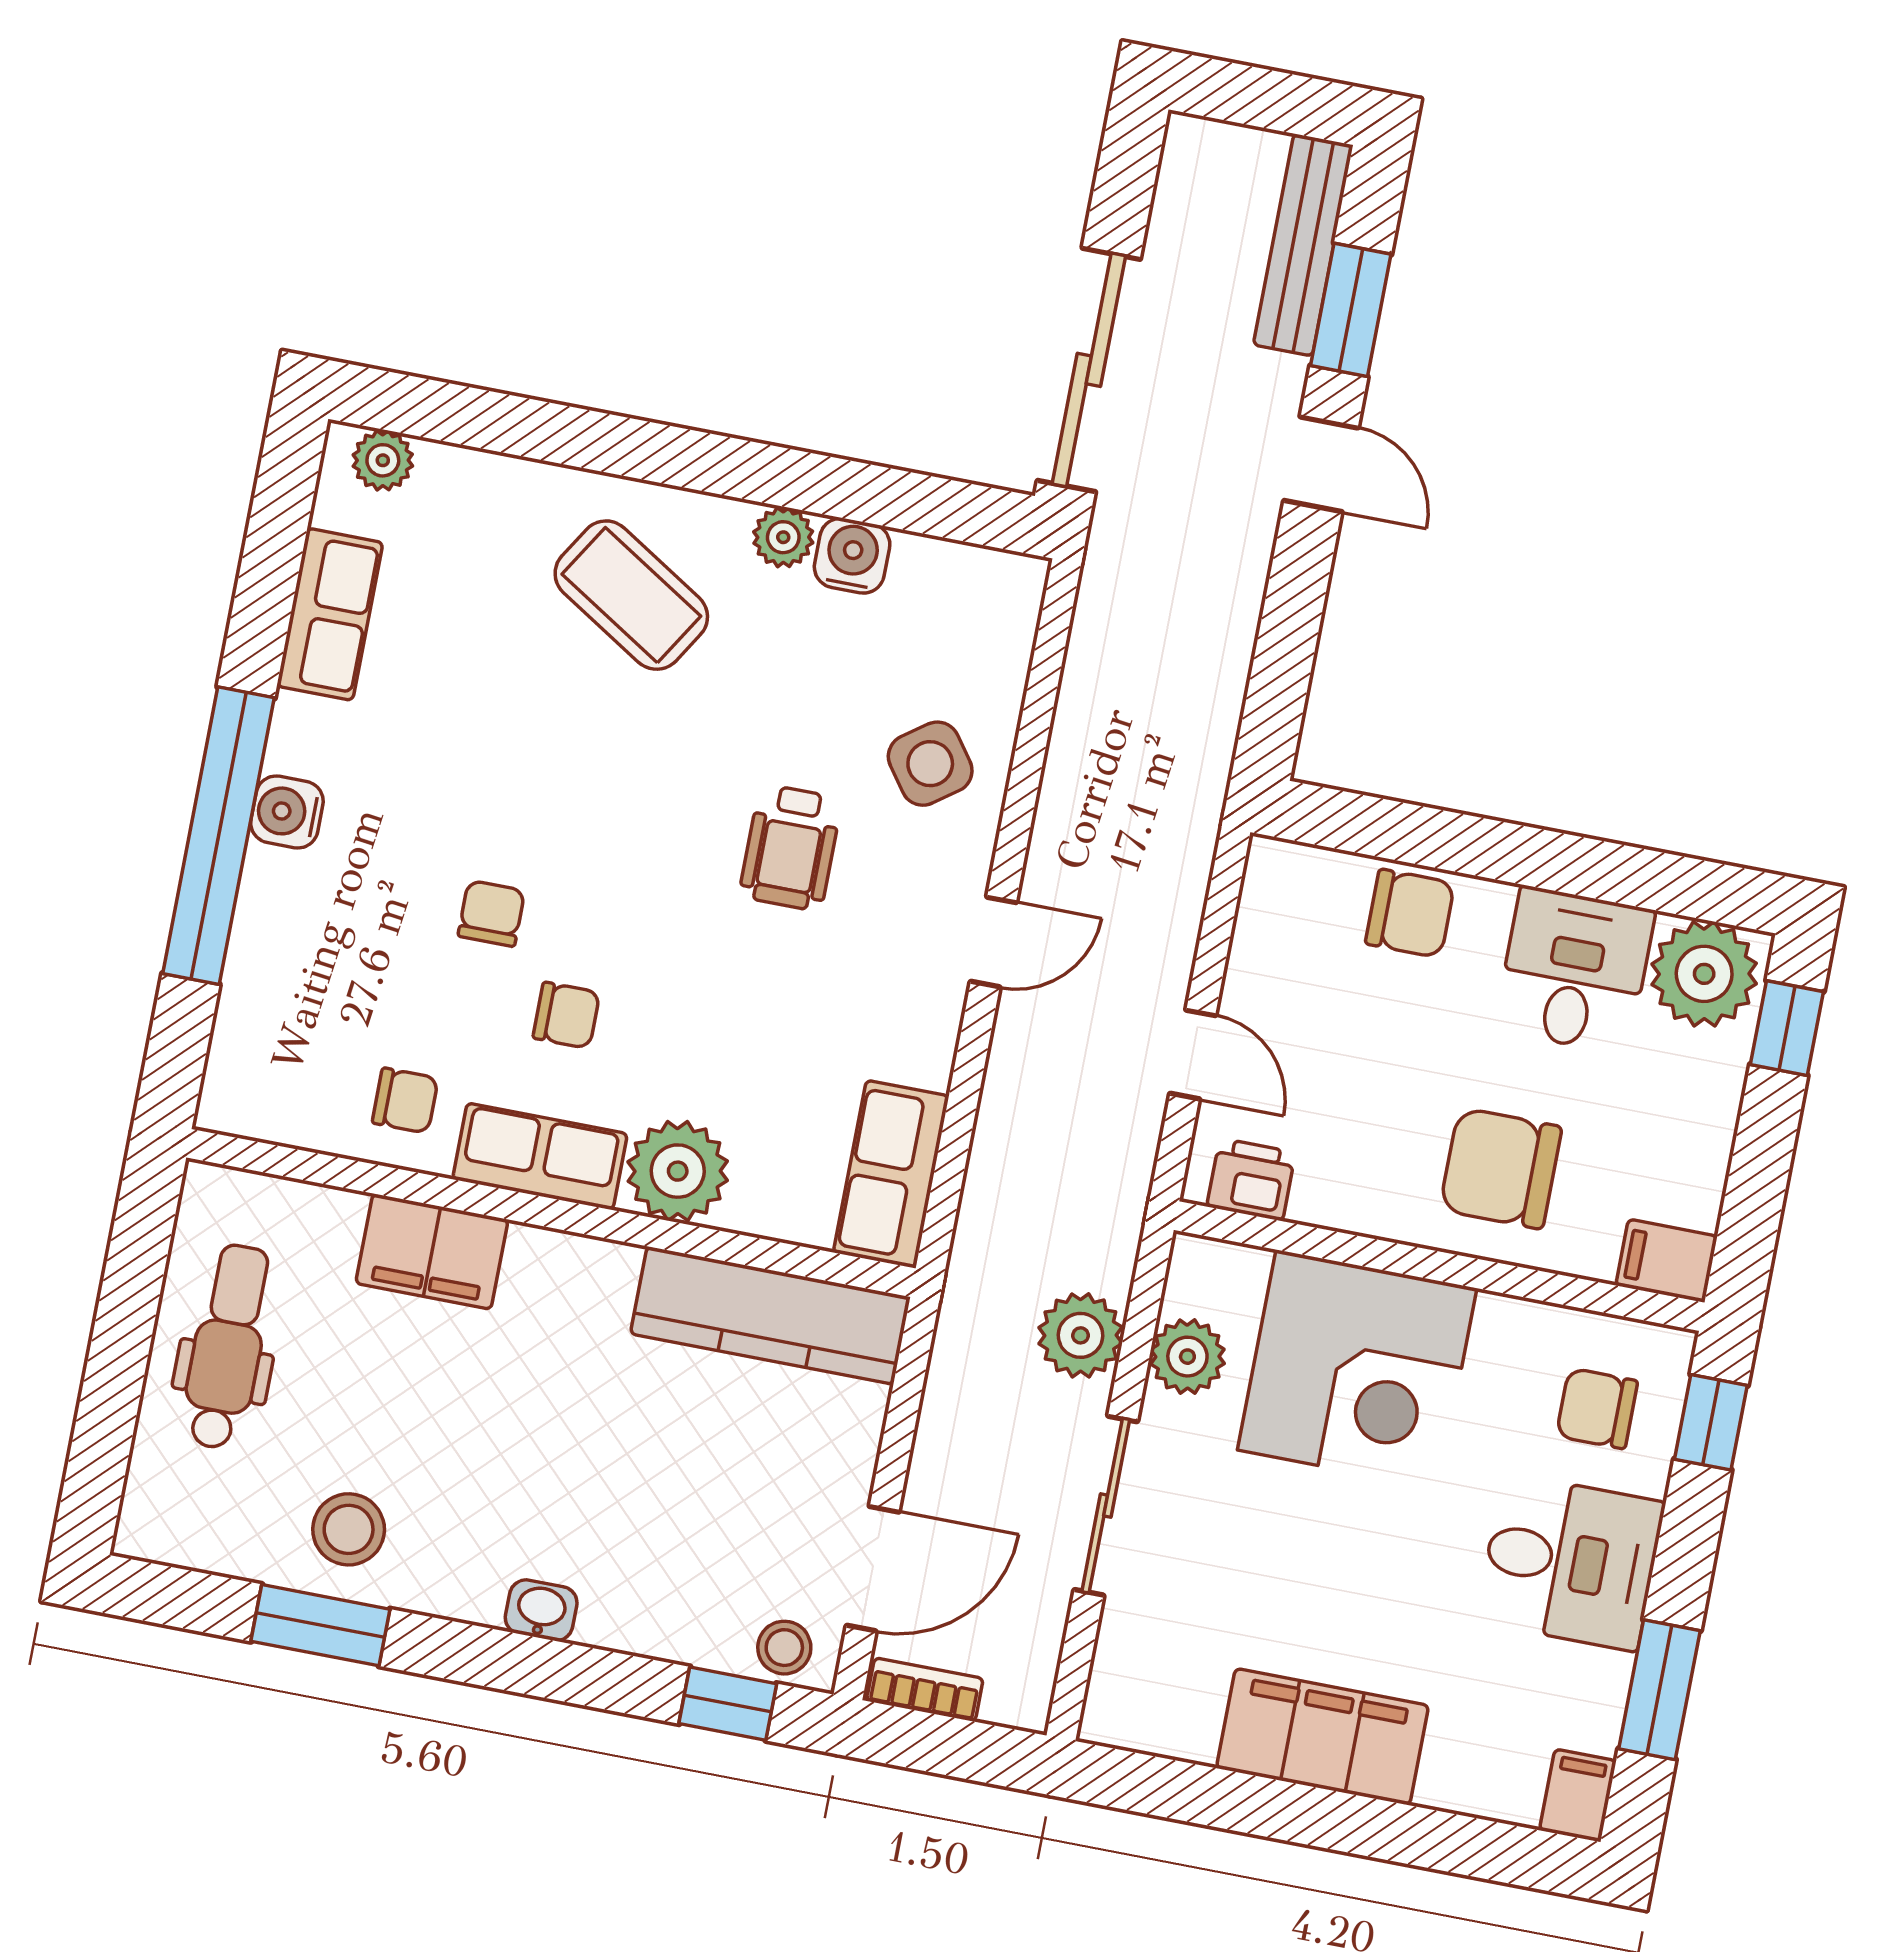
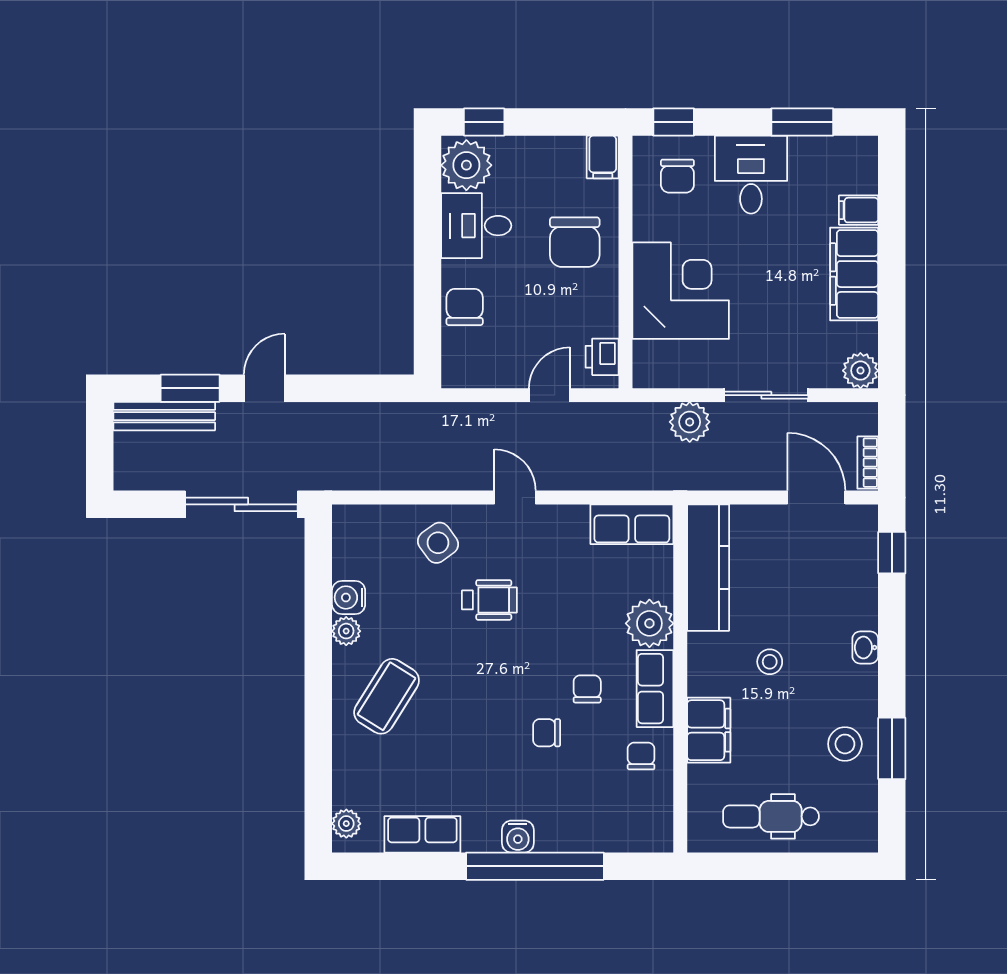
plant: (1187, 1357) -> (860, 371), moved
stool: (784, 1648) -> (770, 662), moved
filing cabinet: (1578, 1795) -> (859, 210), moved

